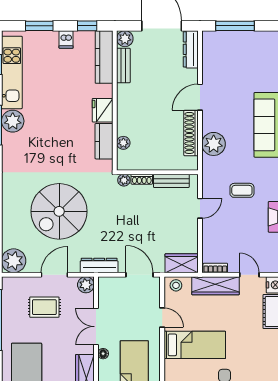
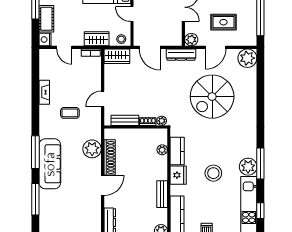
bench: (123, 65) -> (162, 194), moved
stool: (57, 113) -> (213, 173), added
spiral stairs: (59, 211) -> (212, 97), turned 180
wardrobe: (215, 286) -> (97, 39), width x0.67

